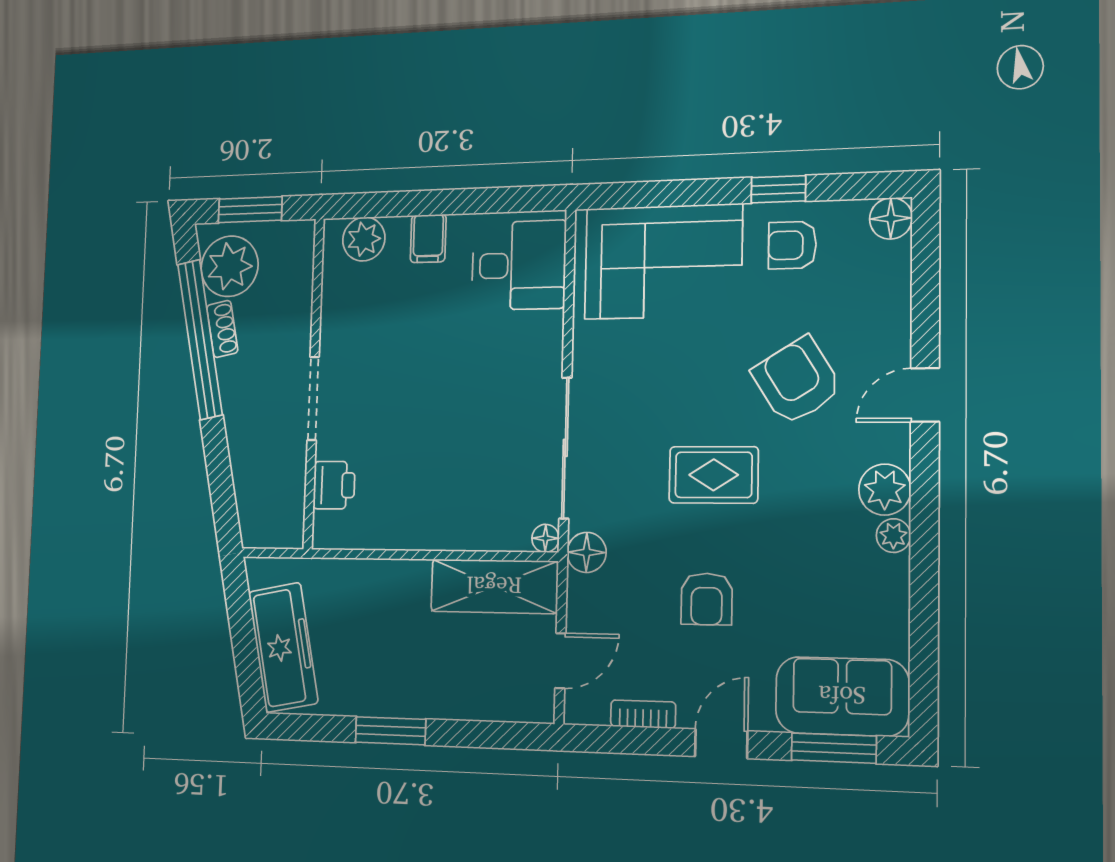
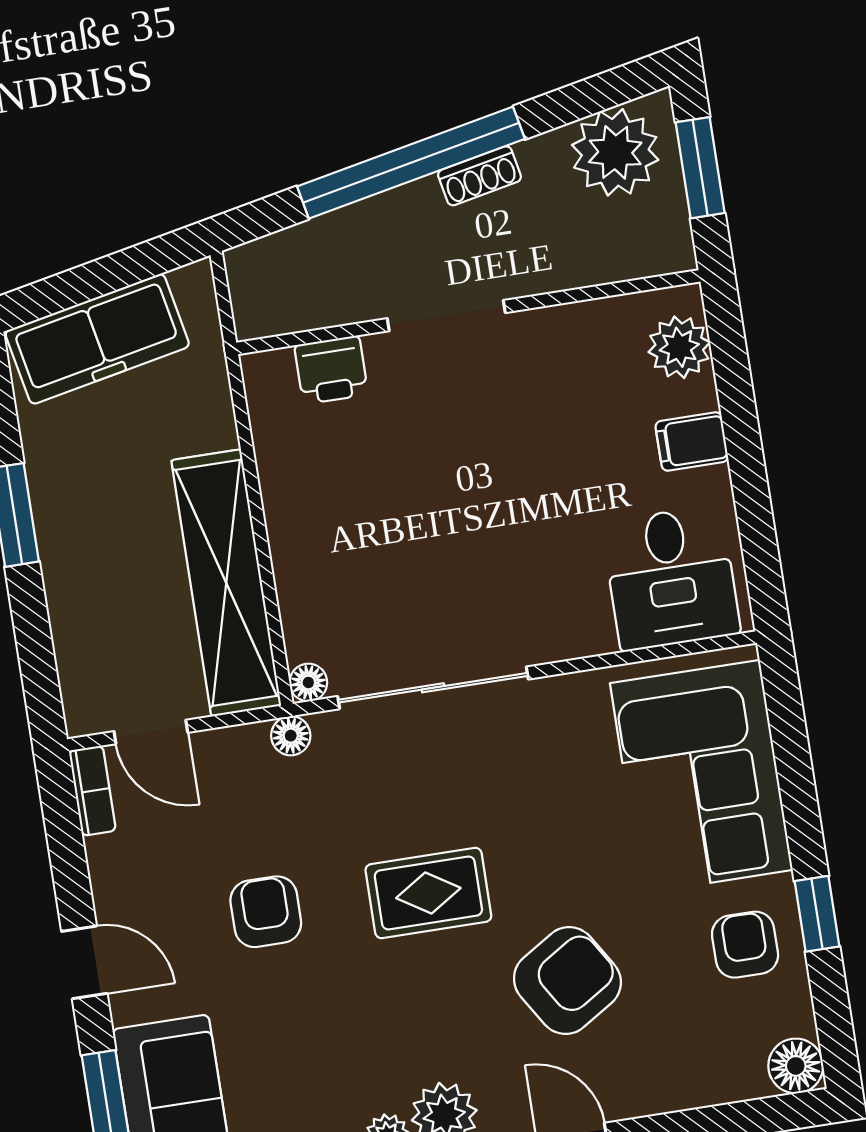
shoe rack: (222, 329) -> (479, 176), moved
window: (200, 339) -> (411, 163), moved
rug: (714, 475) -> (428, 893), turned 90
floor lamp: (587, 552) -> (291, 736), width x0.73, depth x0.73
shelving: (494, 586) -> (226, 583), width x1.47
armchair: (707, 599) -> (266, 912), turned 90
bookcase: (643, 714) -> (92, 791), moved

